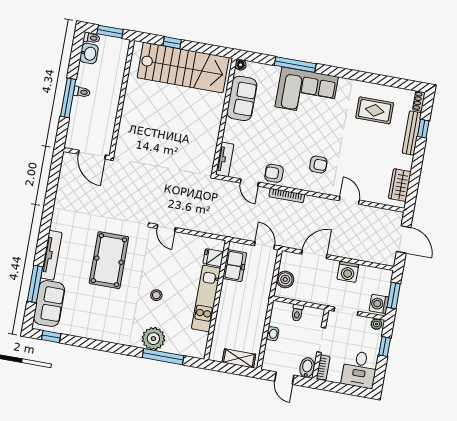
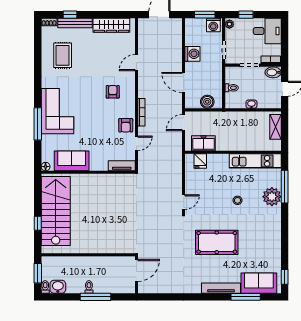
wardrobe: (400, 185) -> (111, 25), width x1.50
kitchen unit: (206, 298) -> (255, 161), moved

